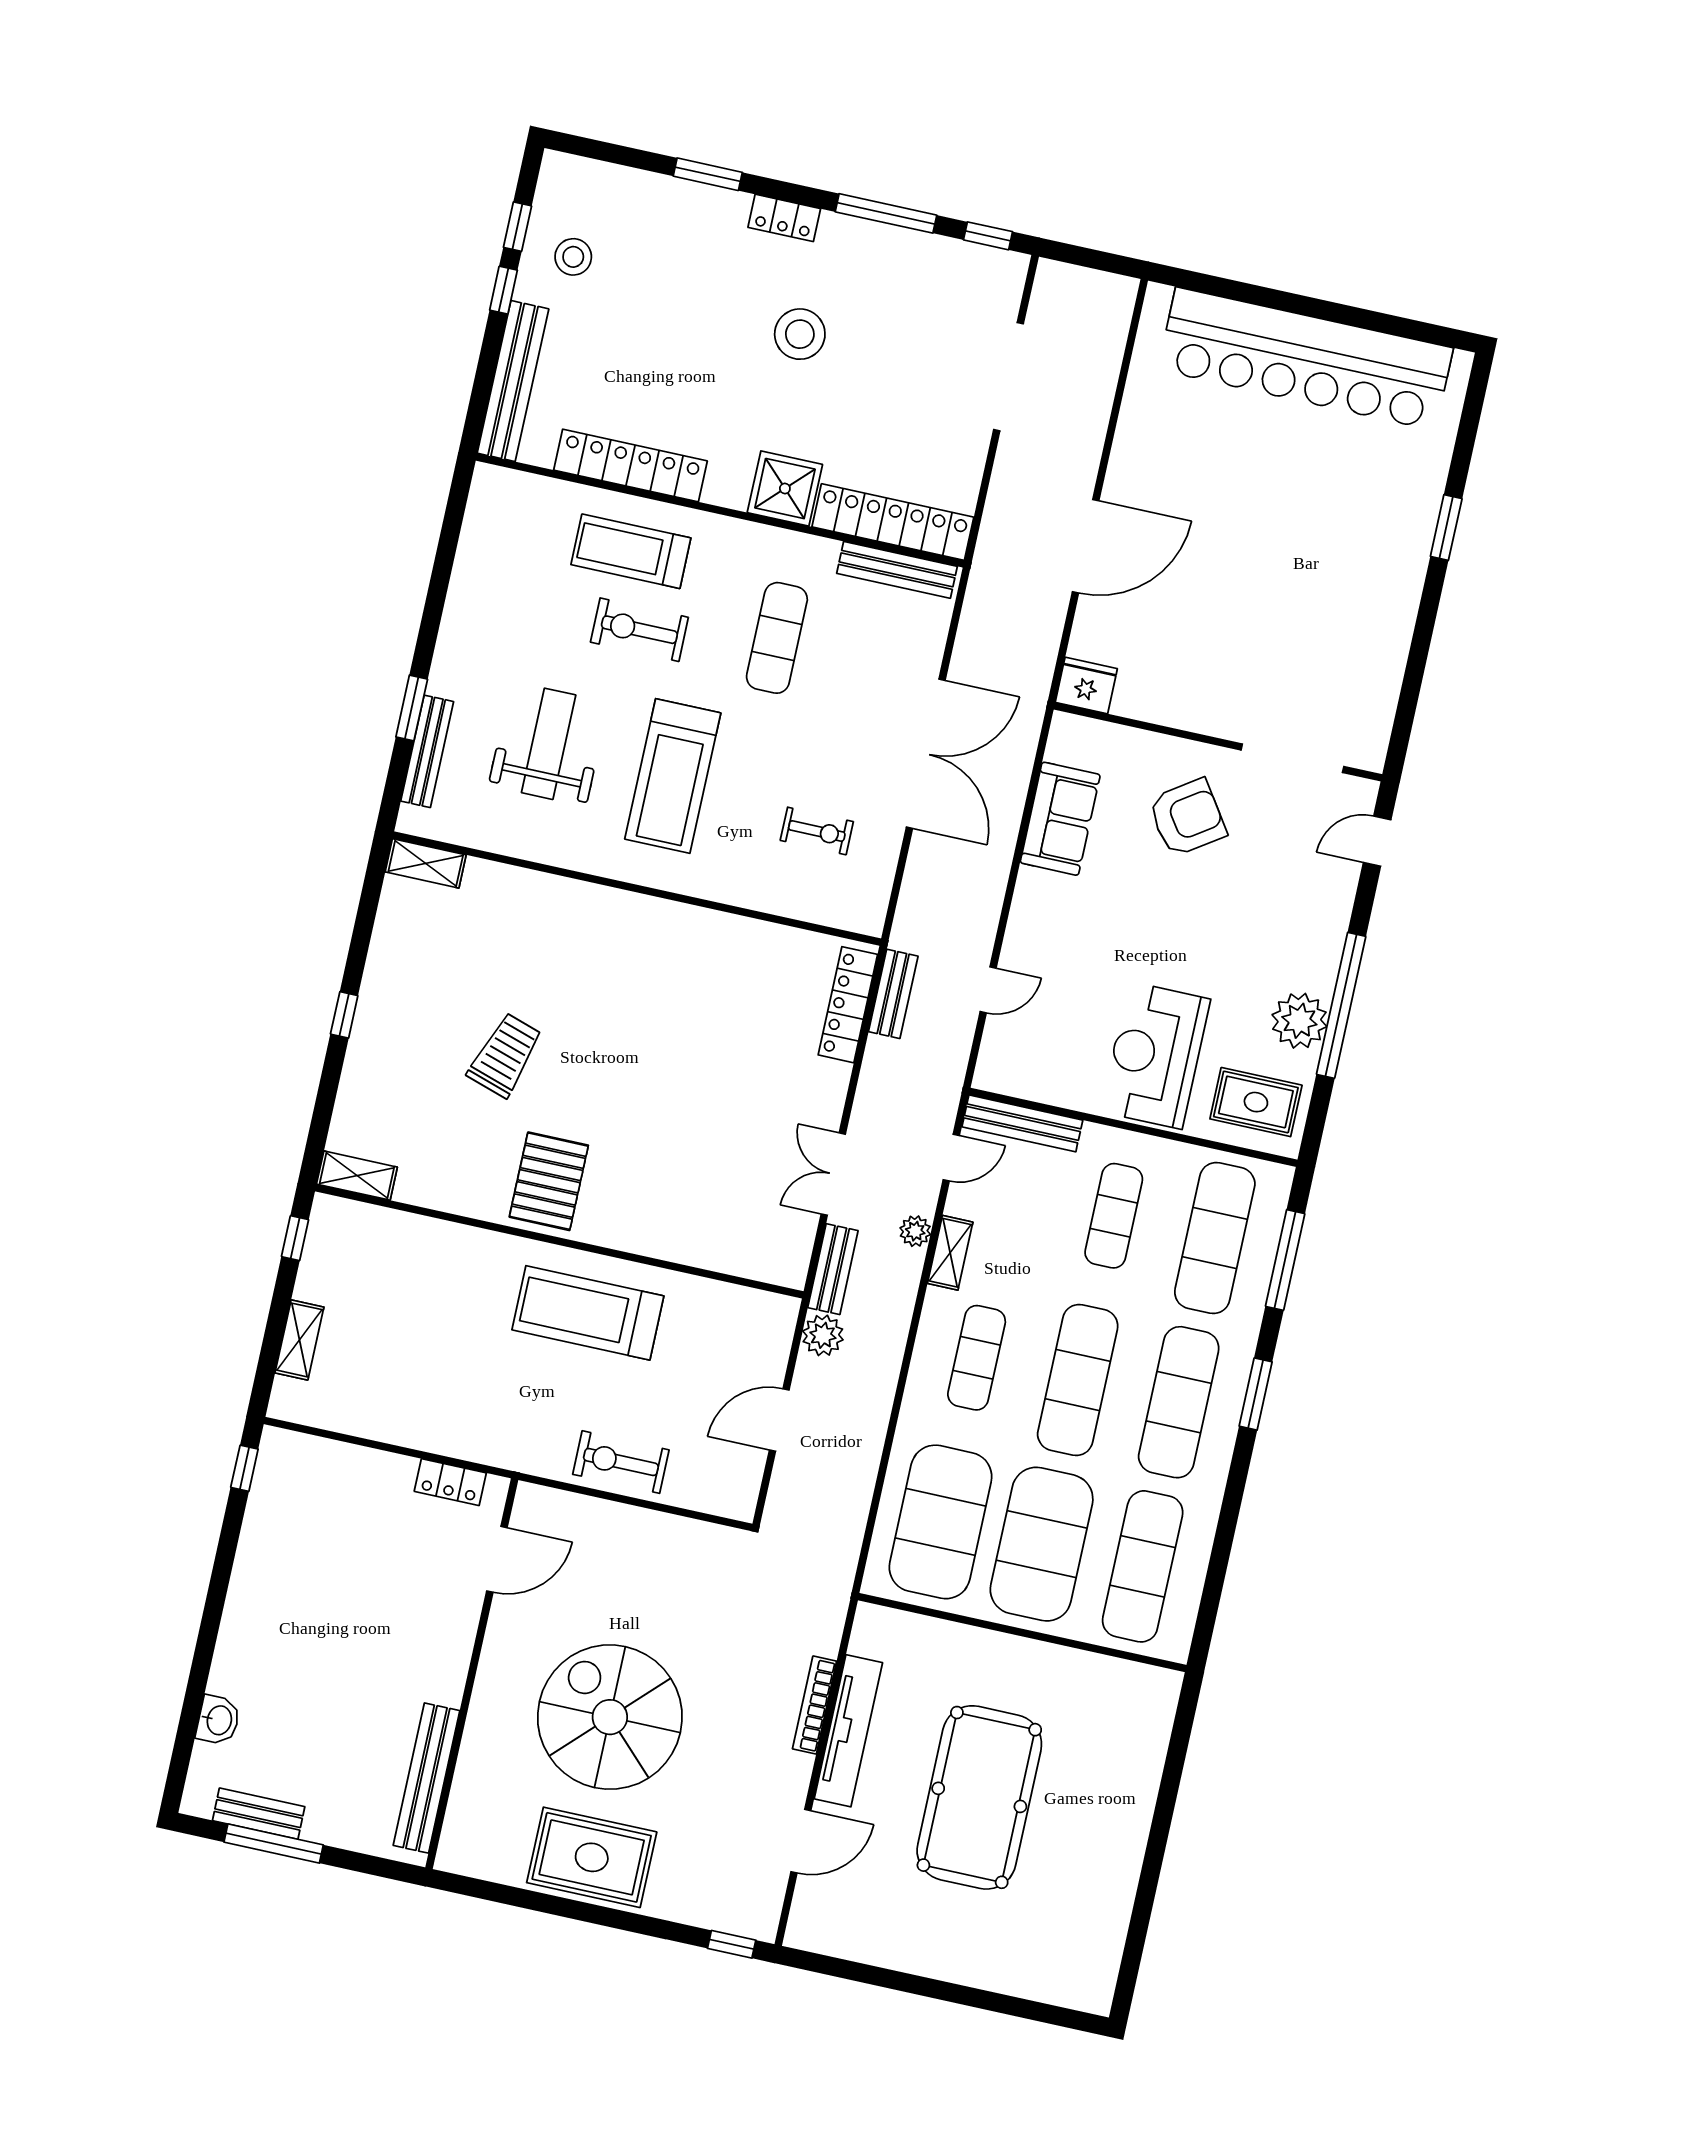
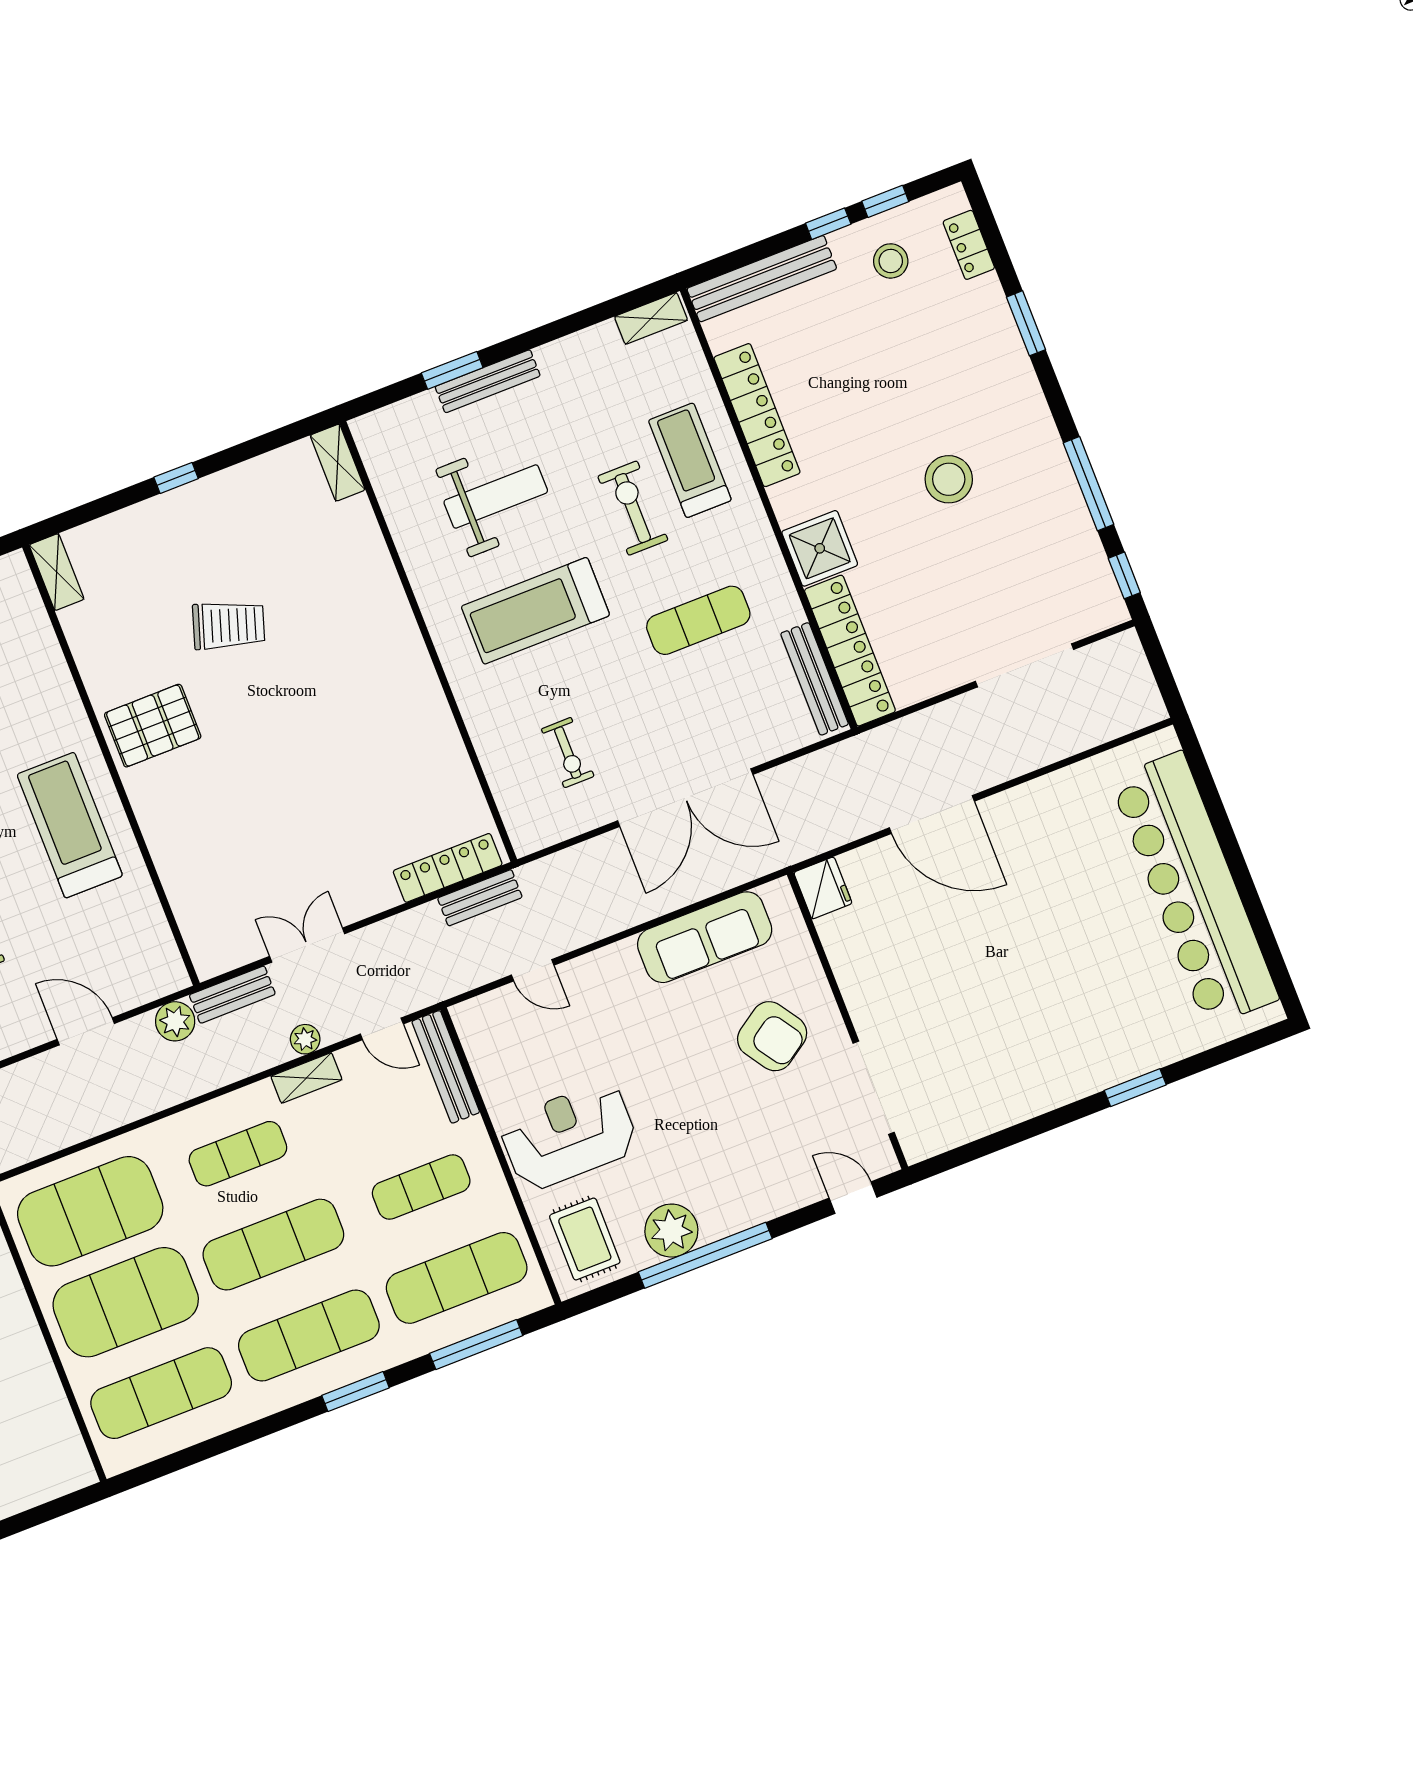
locker: (784, 218) -> (969, 245), moved
shelving: (483, 502) -> (651, 318), added
bench: (427, 751) -> (488, 381), moved
sofa: (1060, 819) -> (705, 937), width x1.36

